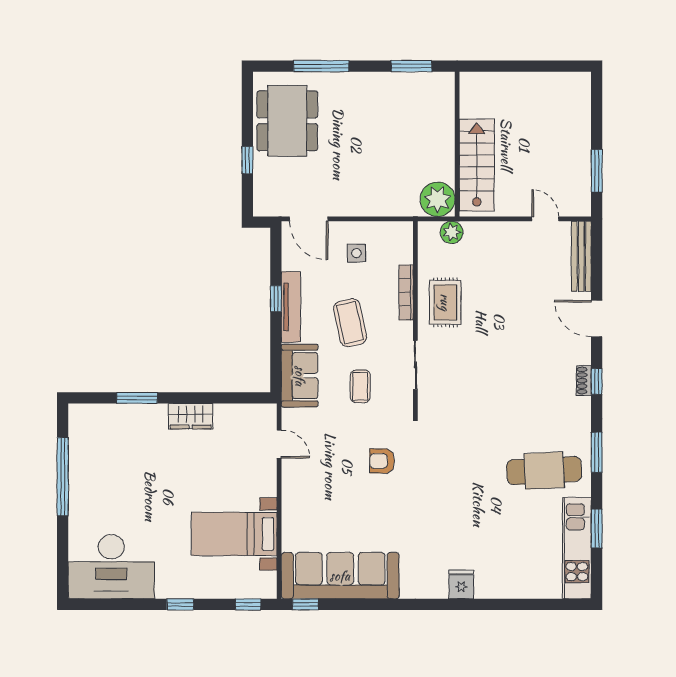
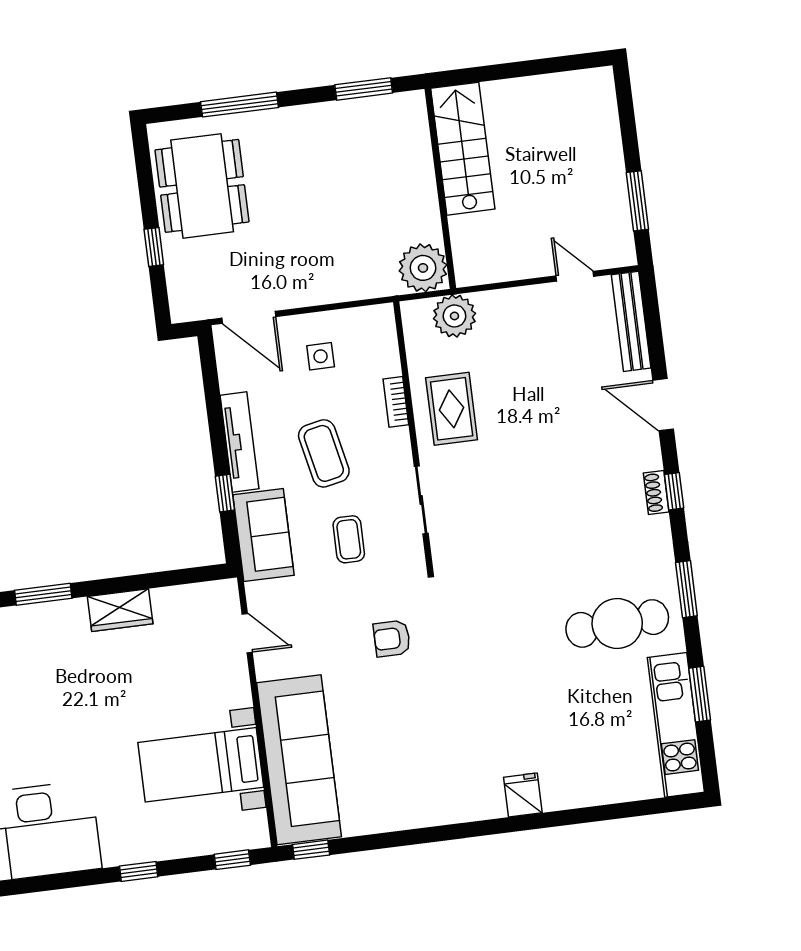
stairs: (477, 165) -> (463, 149), moved
plant: (452, 232) -> (454, 316), width x1.36, depth x1.36
bookcase: (406, 292) -> (396, 402), width x0.64
window: (276, 299) -> (225, 493), moved
sofa: (340, 576) -> (299, 760), moved, turned 90

